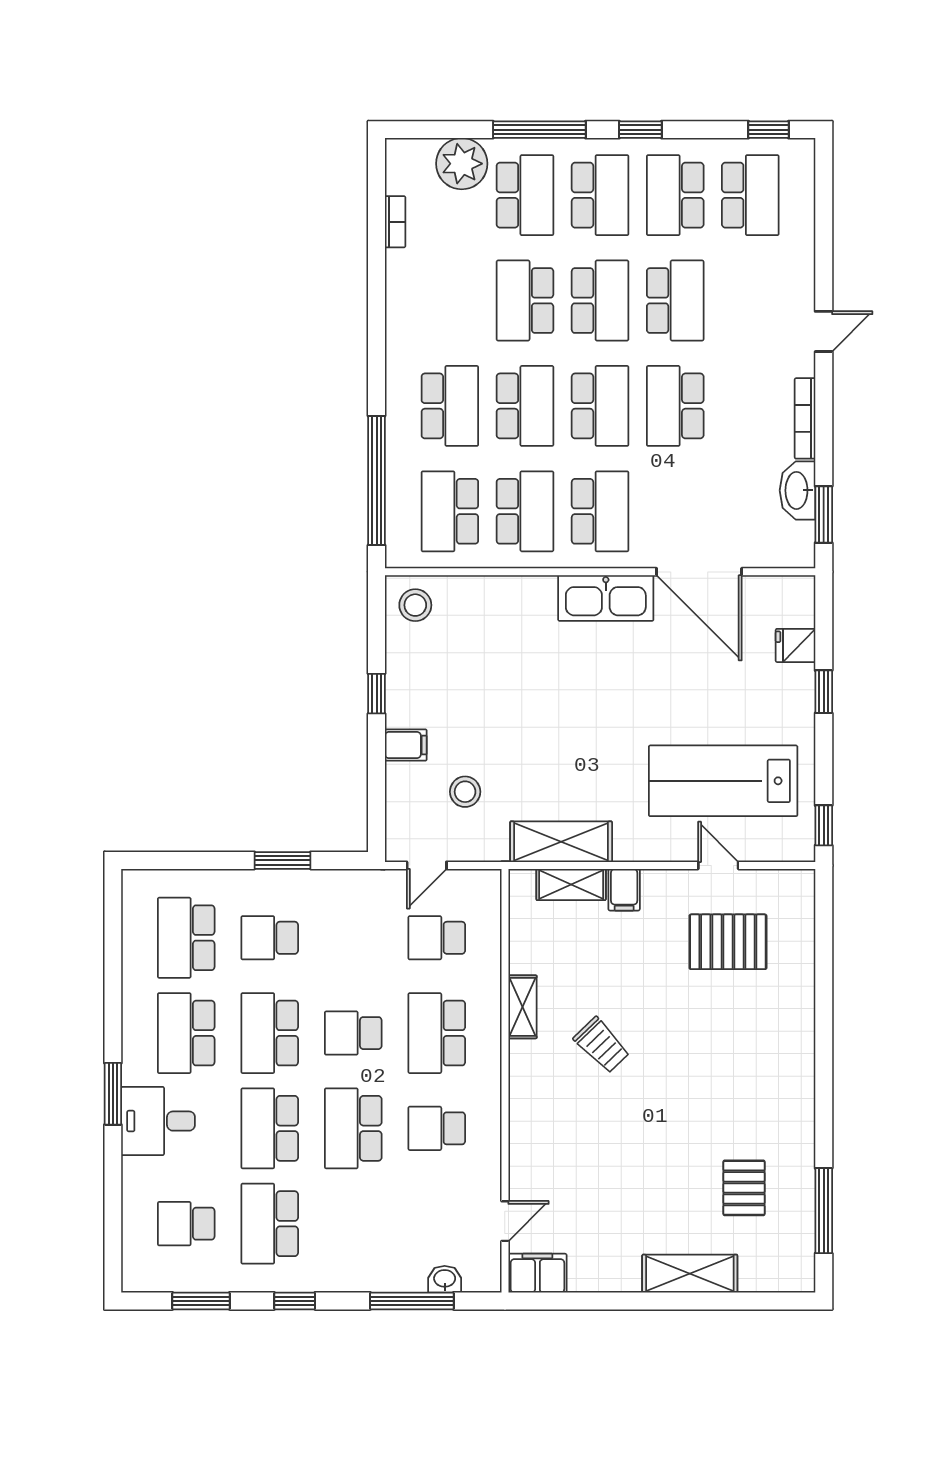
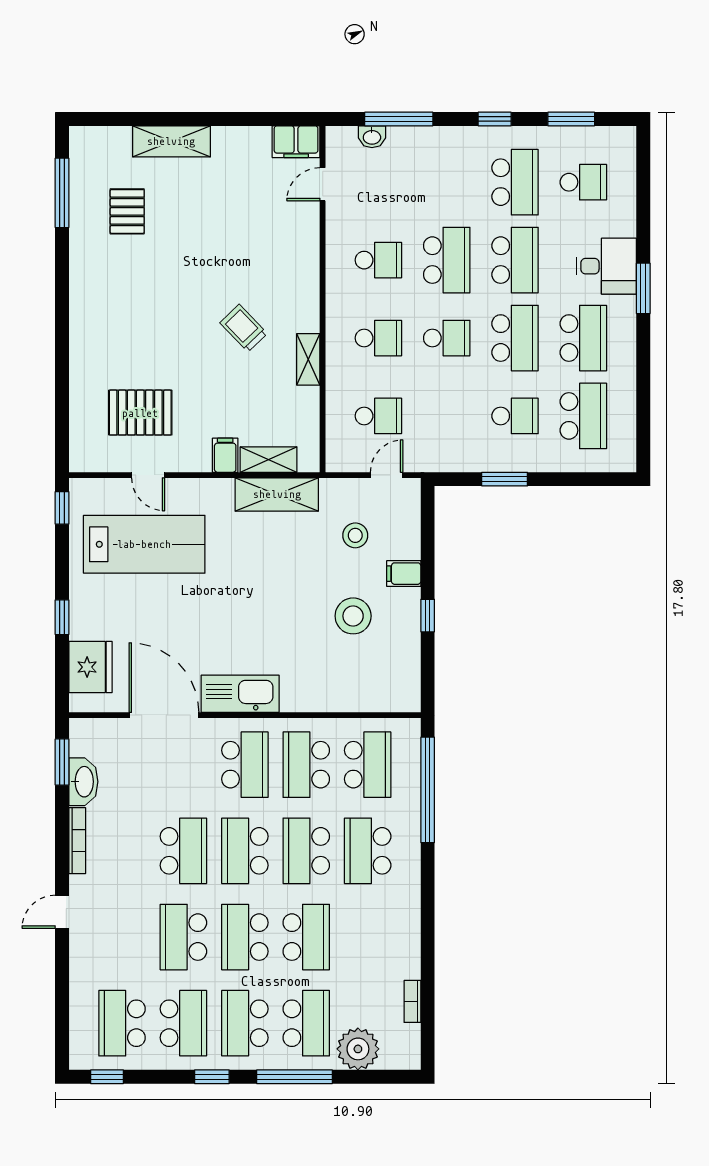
school desk: (525, 195) -> (306, 1023), turned 180
school desk: (600, 511) -> (245, 765), turned 180
stool: (415, 605) -> (353, 616), moved, width x1.38, depth x1.38
fridge: (796, 645) -> (91, 667), width x1.88, depth x1.34
school desk: (437, 1033) -> (378, 338), width x0.54

